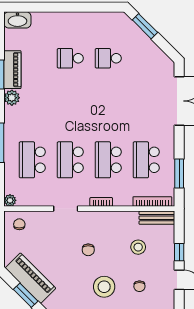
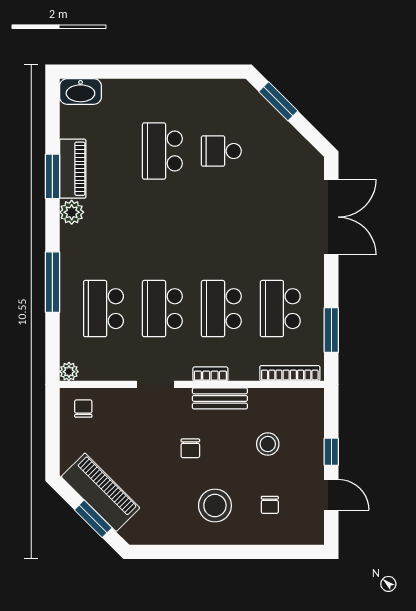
school desk: (70, 58) -> (162, 151), width x1.85
bench: (157, 218) -> (220, 398), moved

